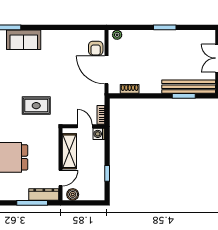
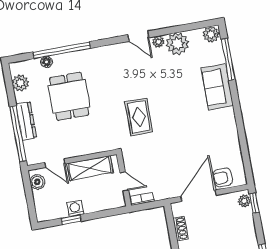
window: (120, 27) -> (254, 203), added
door: (85, 126) -> (124, 181), hinge flipped
washing machine: (99, 134) -> (75, 208), moved
dresser: (44, 194) -> (26, 121), moved
window: (32, 203) -> (18, 134), width x1.46

